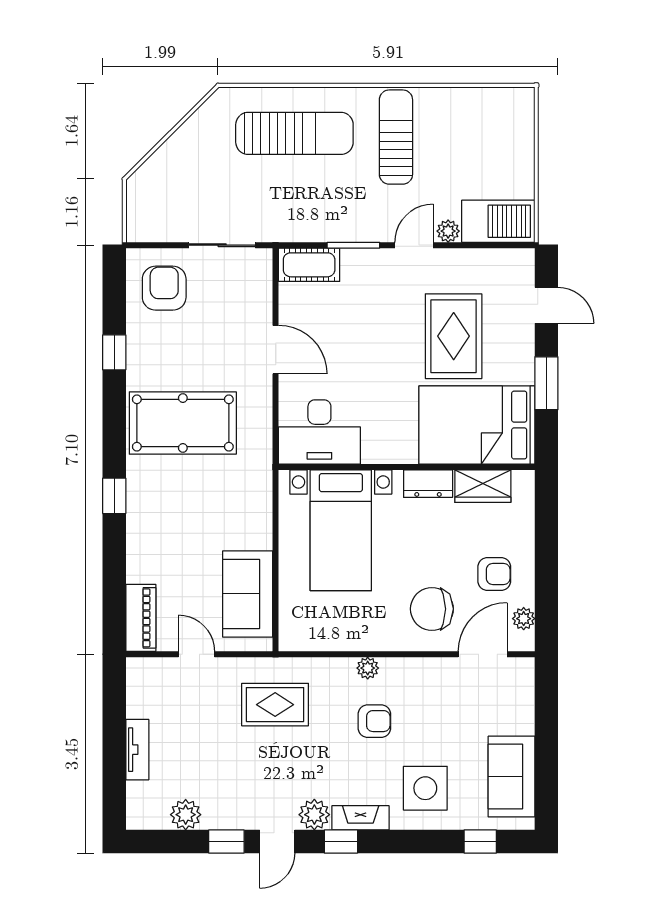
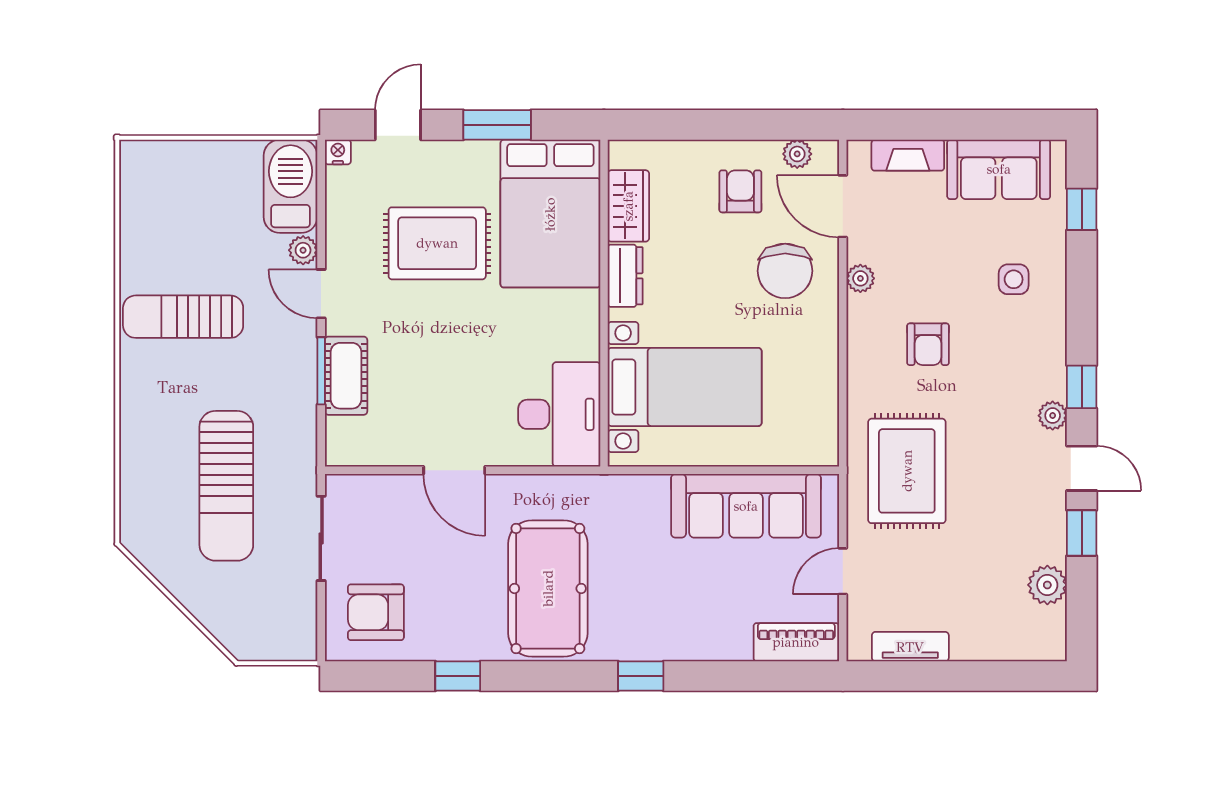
sun lounger: (294, 133) -> (226, 486), moved, turned 180
nightstand: (525, 258) -> (338, 152), added
cot: (309, 265) -> (346, 376), moved
door: (276, 350) -> (454, 470), swing flipped
sofa: (248, 594) -> (746, 506), width x1.36
plant: (368, 668) -> (860, 278), moved
rug: (275, 705) -> (907, 471), width x1.36, depth x1.43
armchair: (374, 721) -> (928, 344), turned 180
tv unit: (137, 750) -> (910, 647), moved
side table: (425, 788) -> (1014, 279), width x0.54, depth x0.54
plant: (314, 815) -> (1053, 416), width x0.73, depth x0.73
fireplace: (361, 818) -> (908, 155), moved, turned -90

